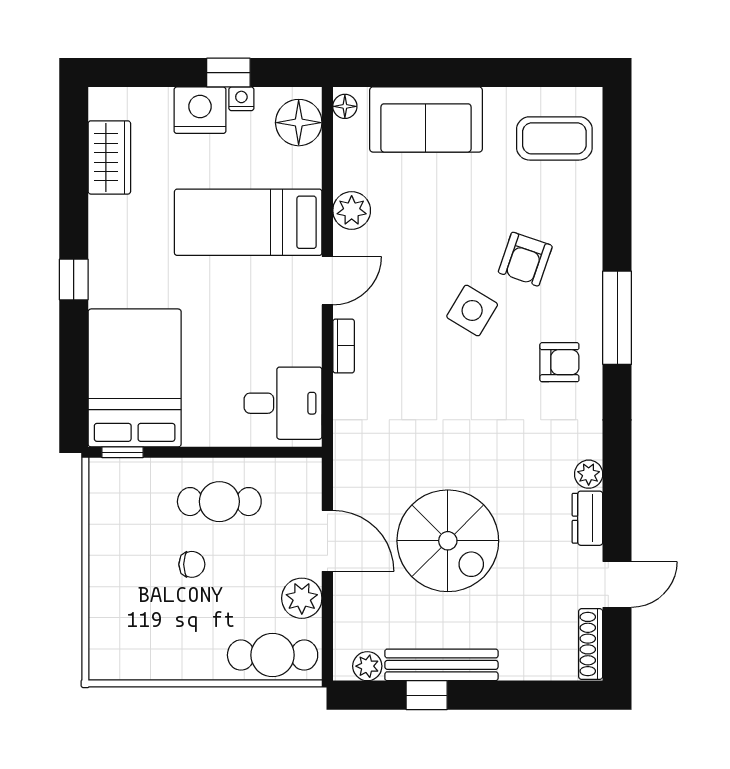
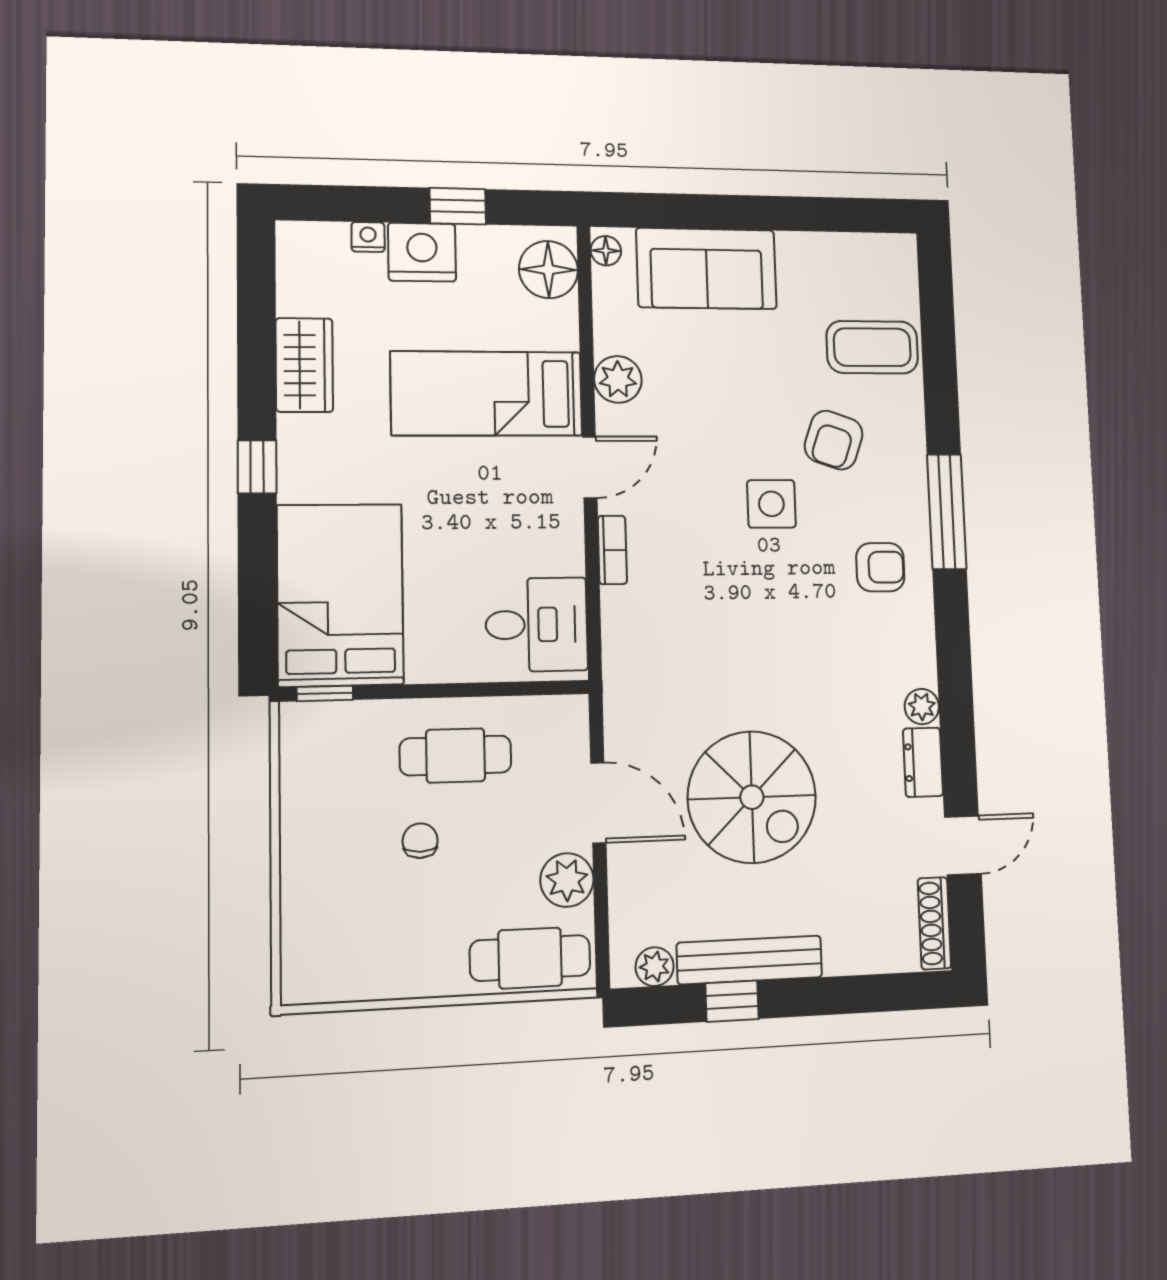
nightstand: (241, 99) -> (368, 237), moved
coffee table: (554, 138) -> (872, 347), moved
wardrobe: (109, 157) -> (304, 365), moved
side table: (472, 310) -> (771, 504), turned -31
chair: (192, 564) -> (420, 841), turned -90

